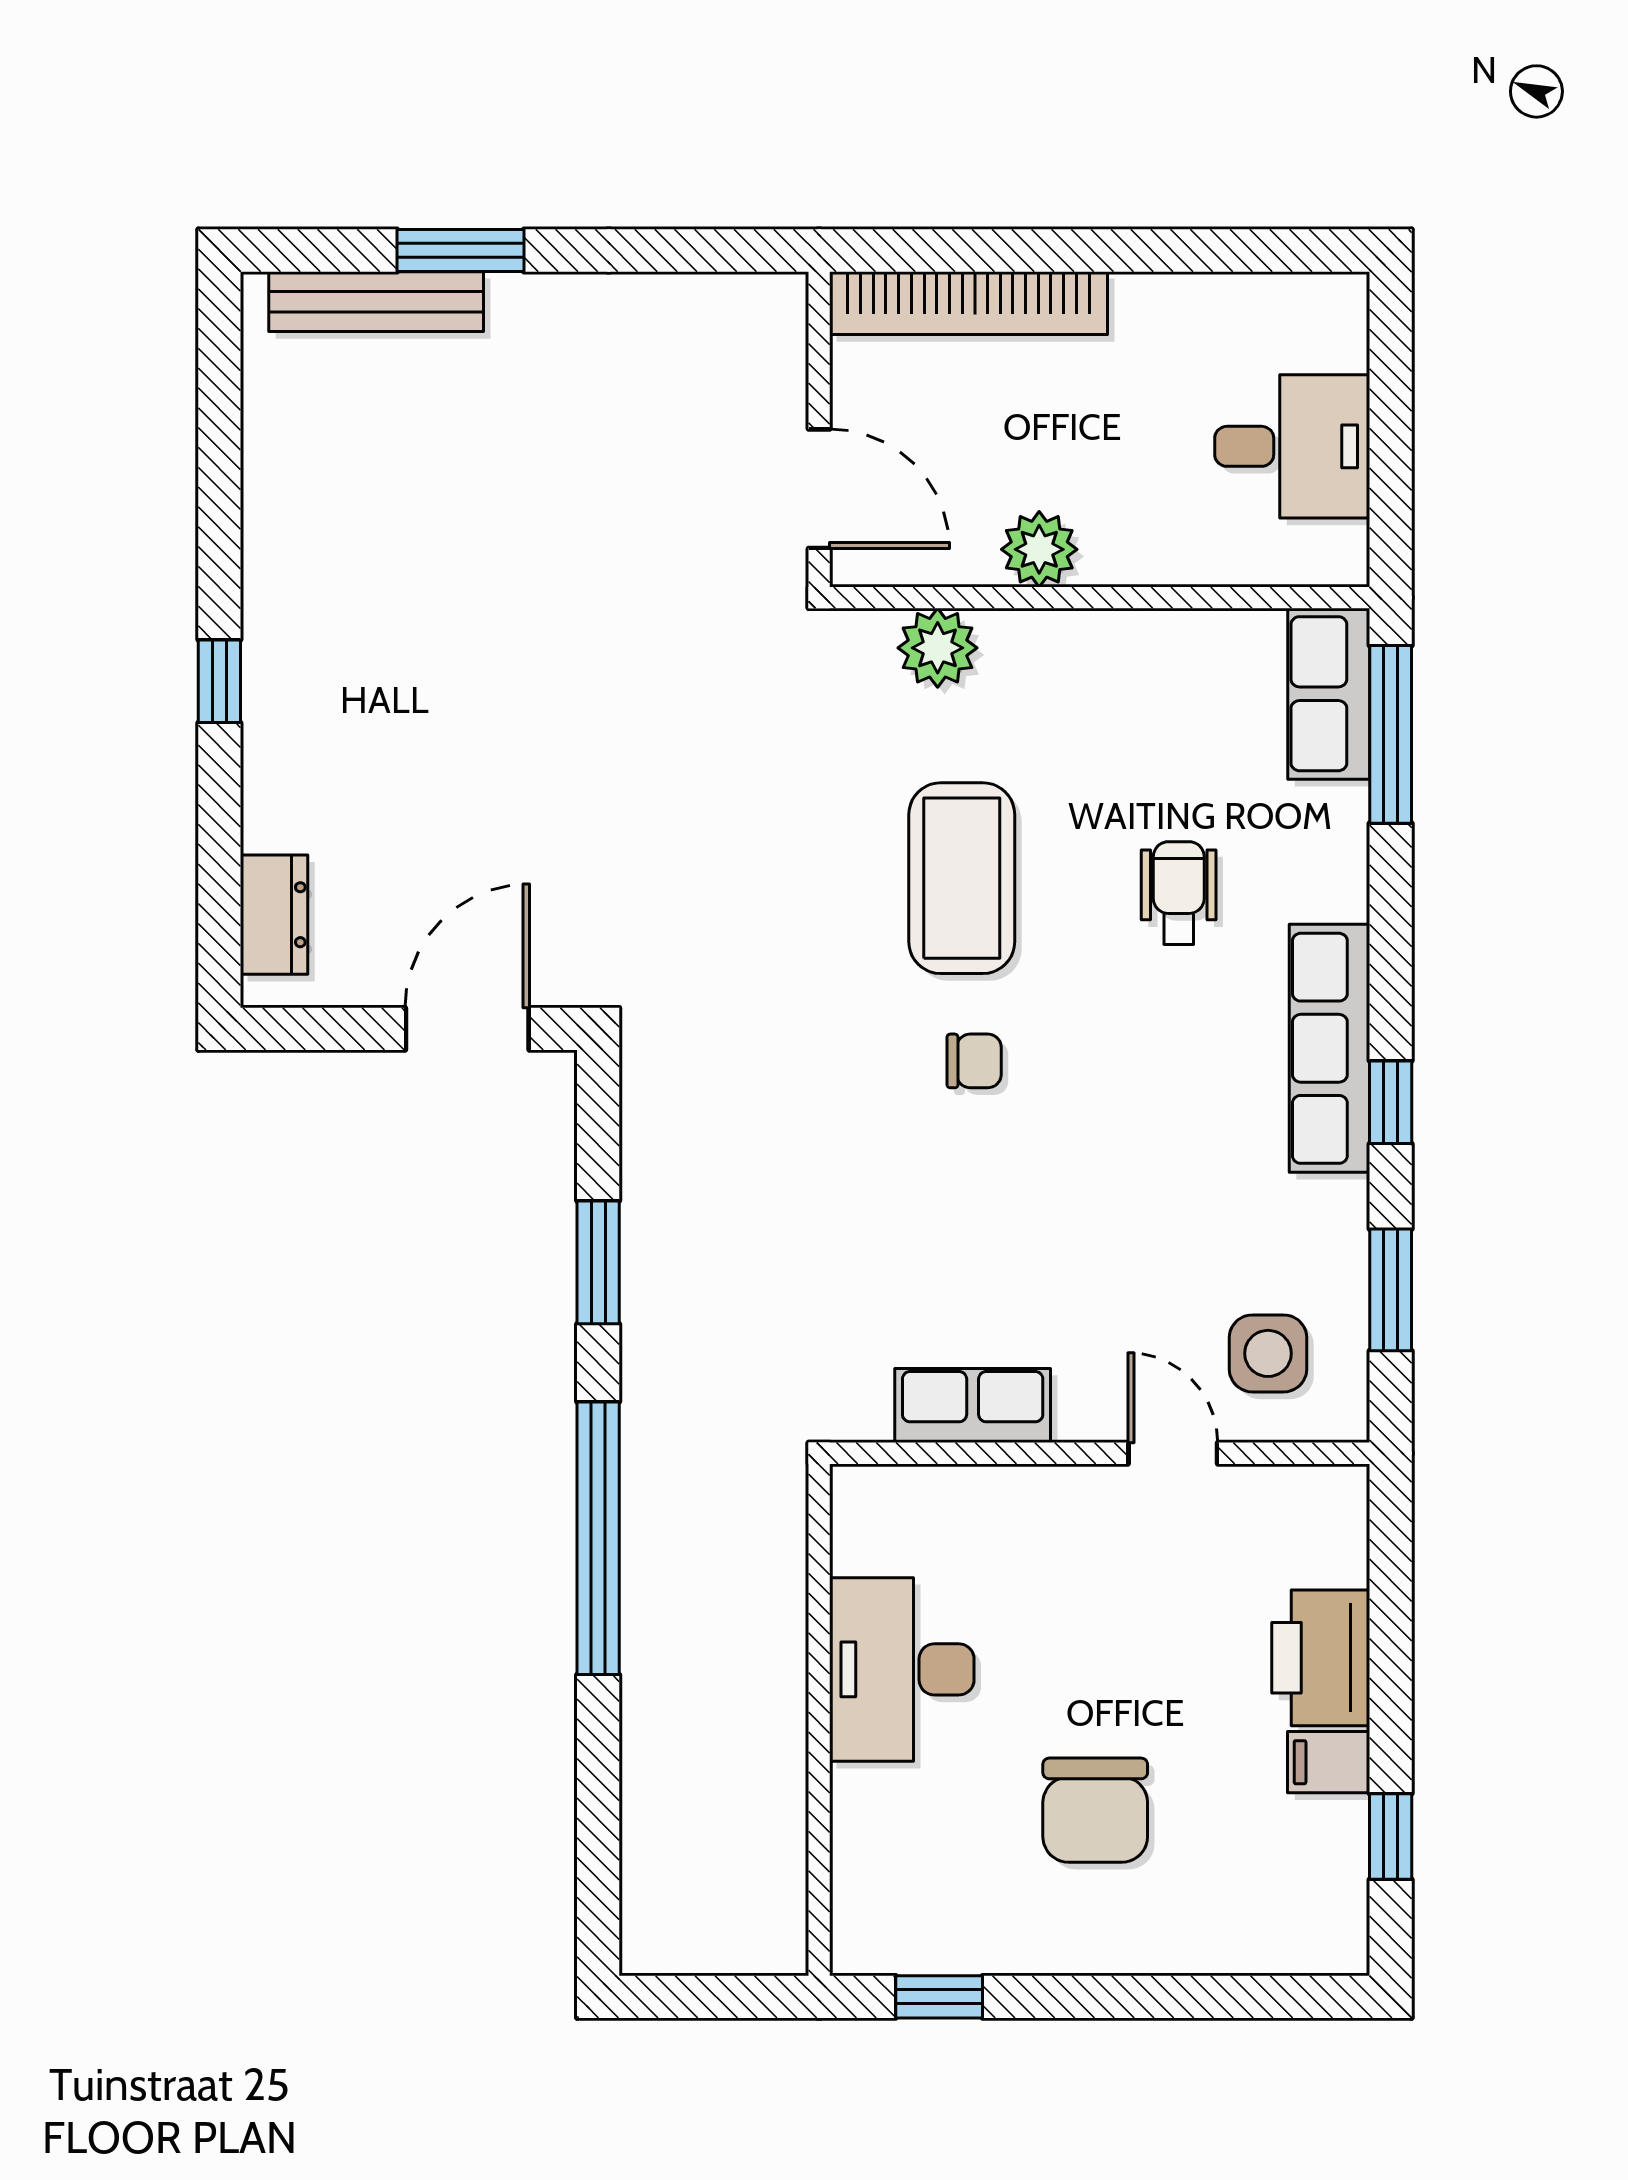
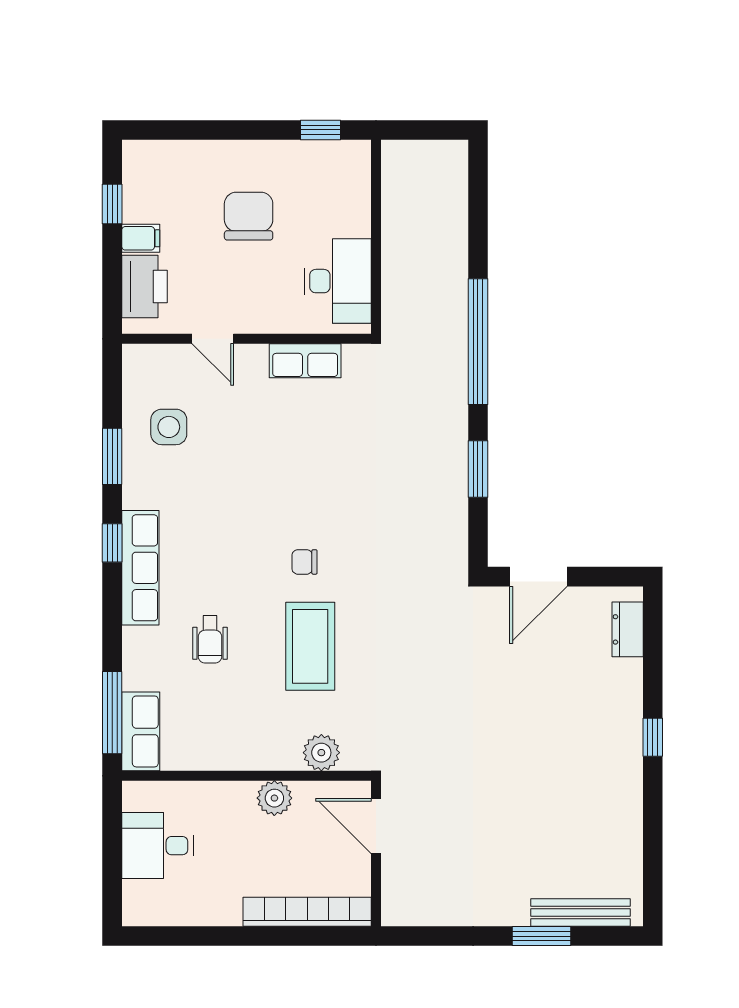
row of seats: (973, 1406) -> (305, 361), moved
wall: (1100, 1453) -> (247, 339), moved
door: (1173, 1453) -> (213, 339), moved

